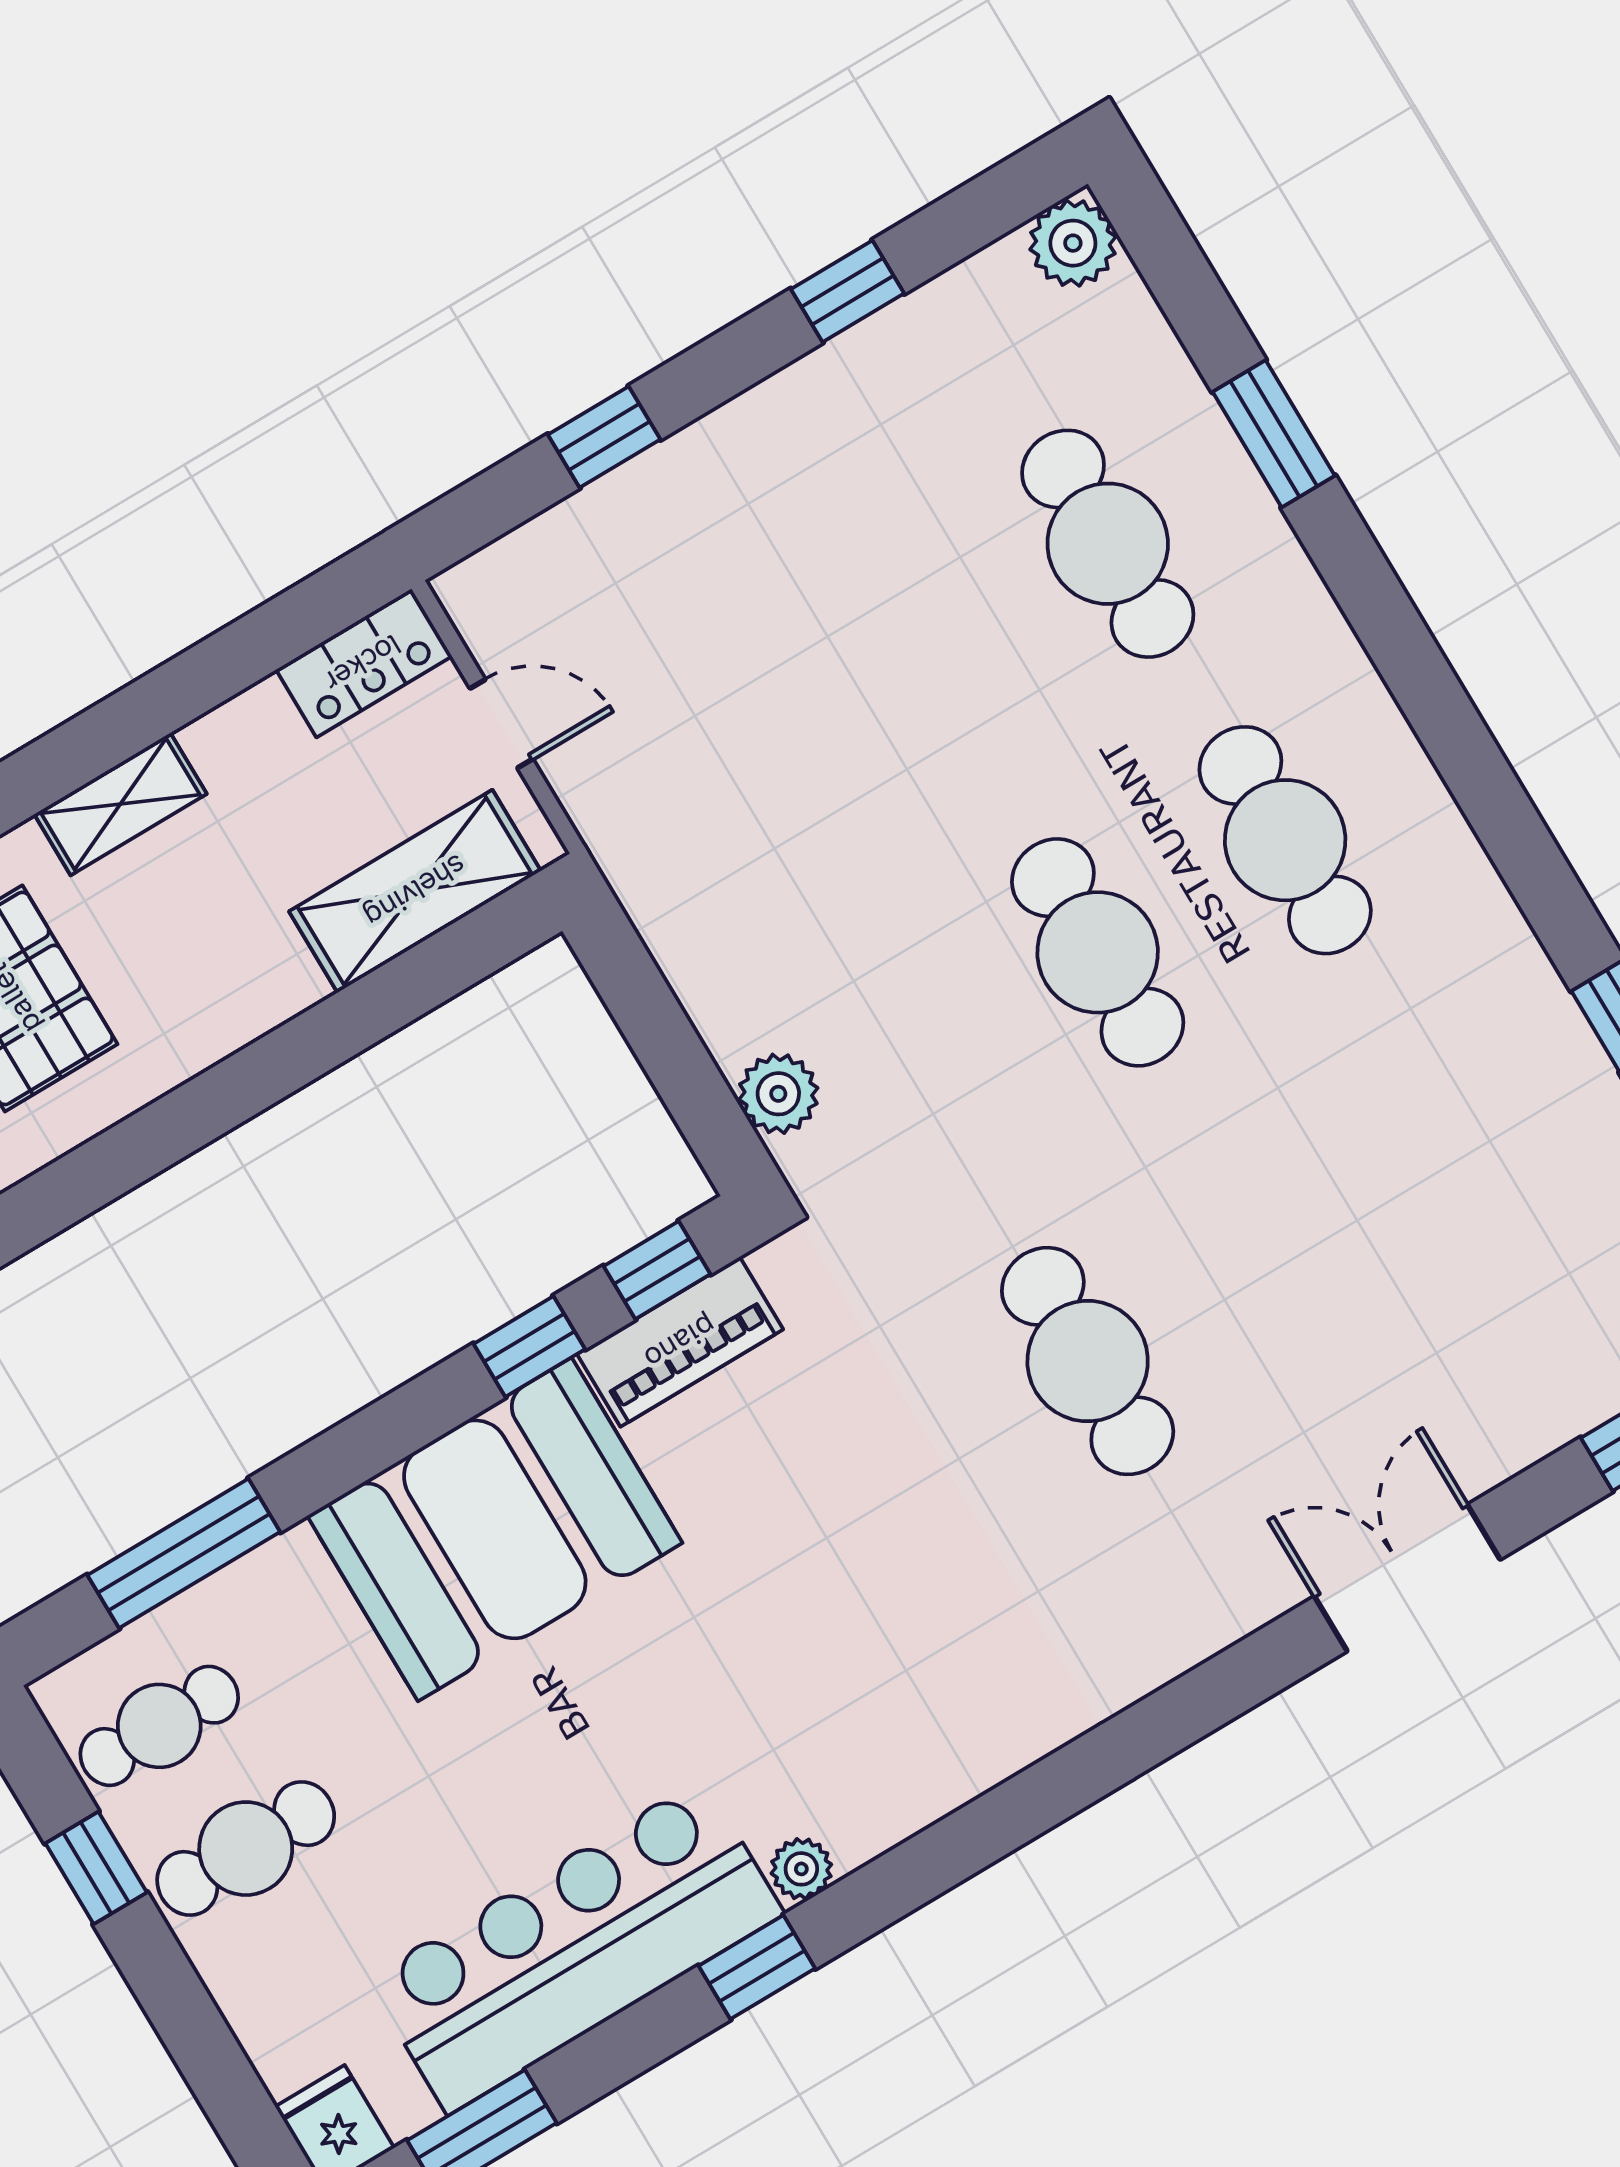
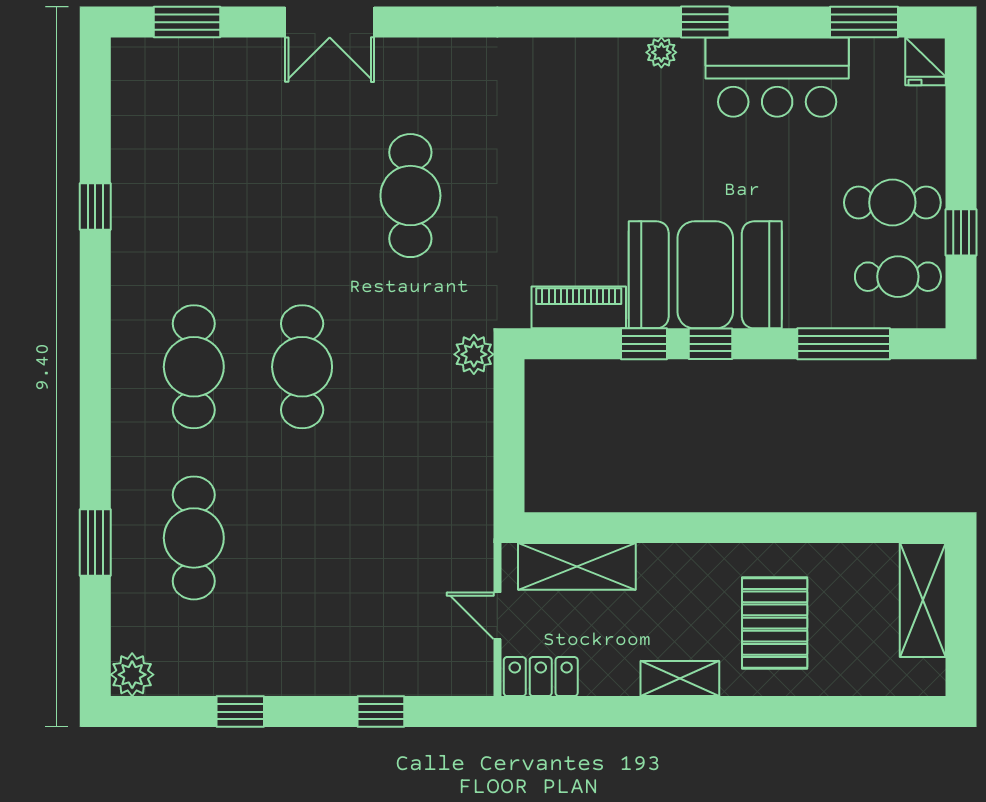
plant: (778, 1094) -> (474, 354), moved
window: (657, 1270) -> (711, 344), moved
bar counter: (575, 1946) -> (777, 77), width x0.73

